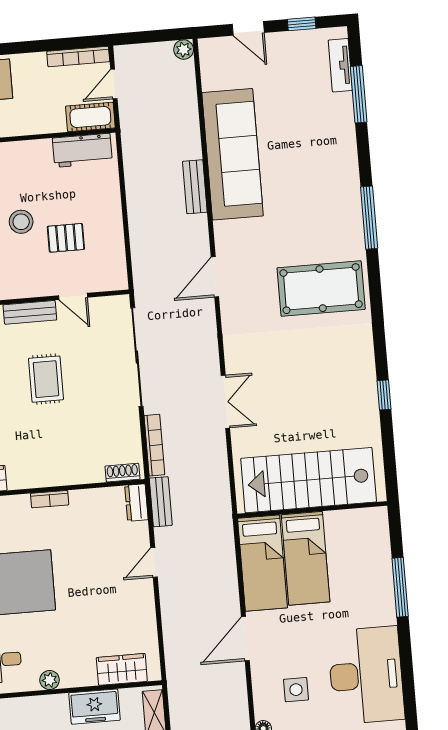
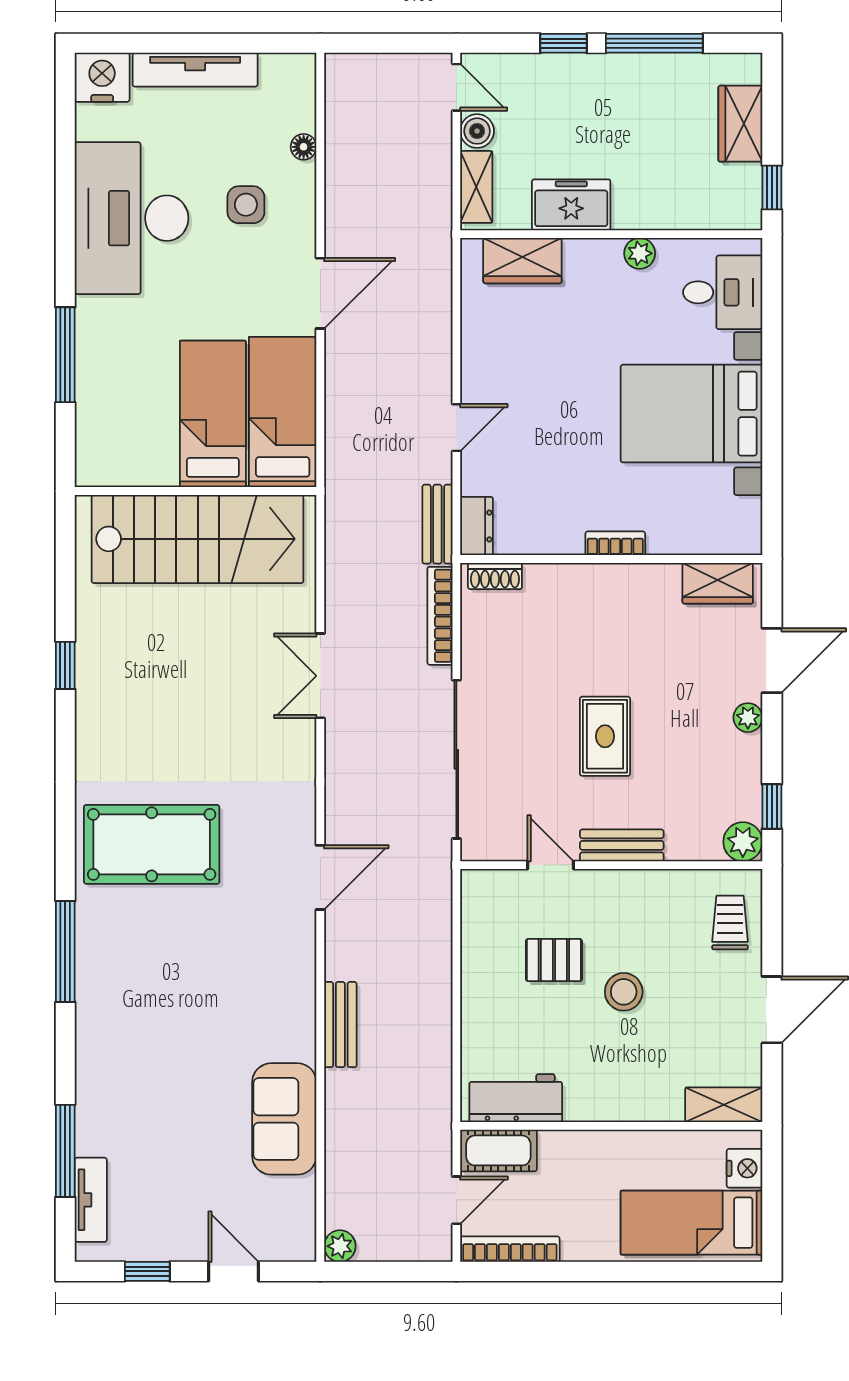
sofa: (233, 154) -> (284, 1119), width x0.54, depth x0.79

